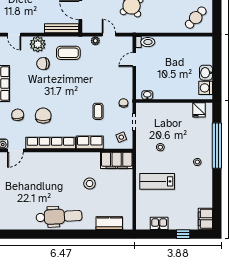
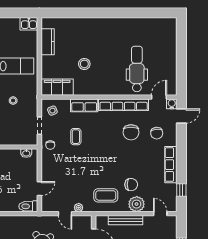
bench: (62, 28) -> (125, 220), moved
dental chair: (59, 217) -> (137, 69), moved, turned 93
kitchen counter: (109, 223) -> (48, 42), moved, turned -90
kitchen sink: (159, 223) -> (29, 24), moved

